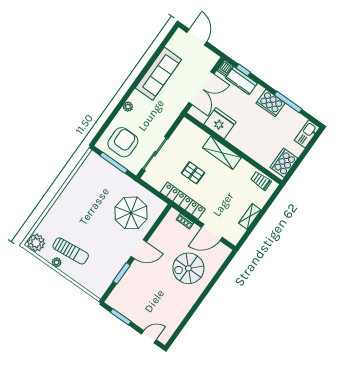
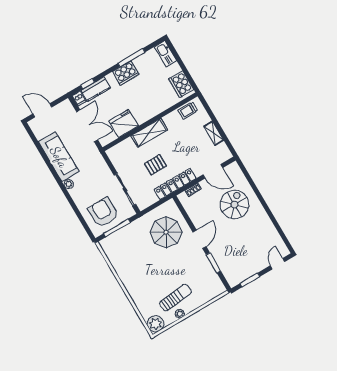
plant: (128, 107) -> (69, 184), moved
door: (212, 232) -> (213, 171), hinge flipped
spiral stairs: (188, 268) -> (234, 205), turned 180

